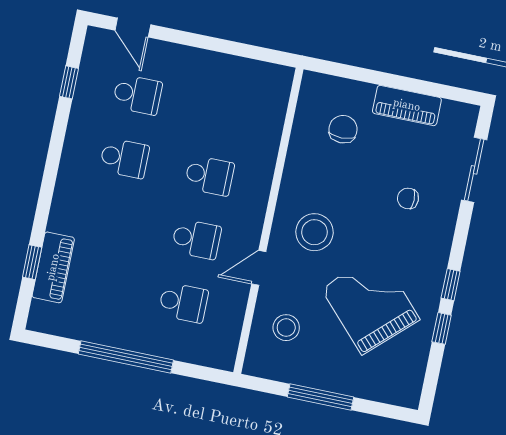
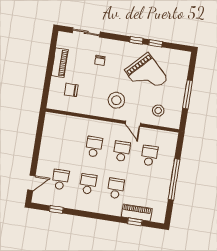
school desk: (111, 222) -> (116, 188), added
grand piano: (370, 304) -> (146, 75), turned -93

